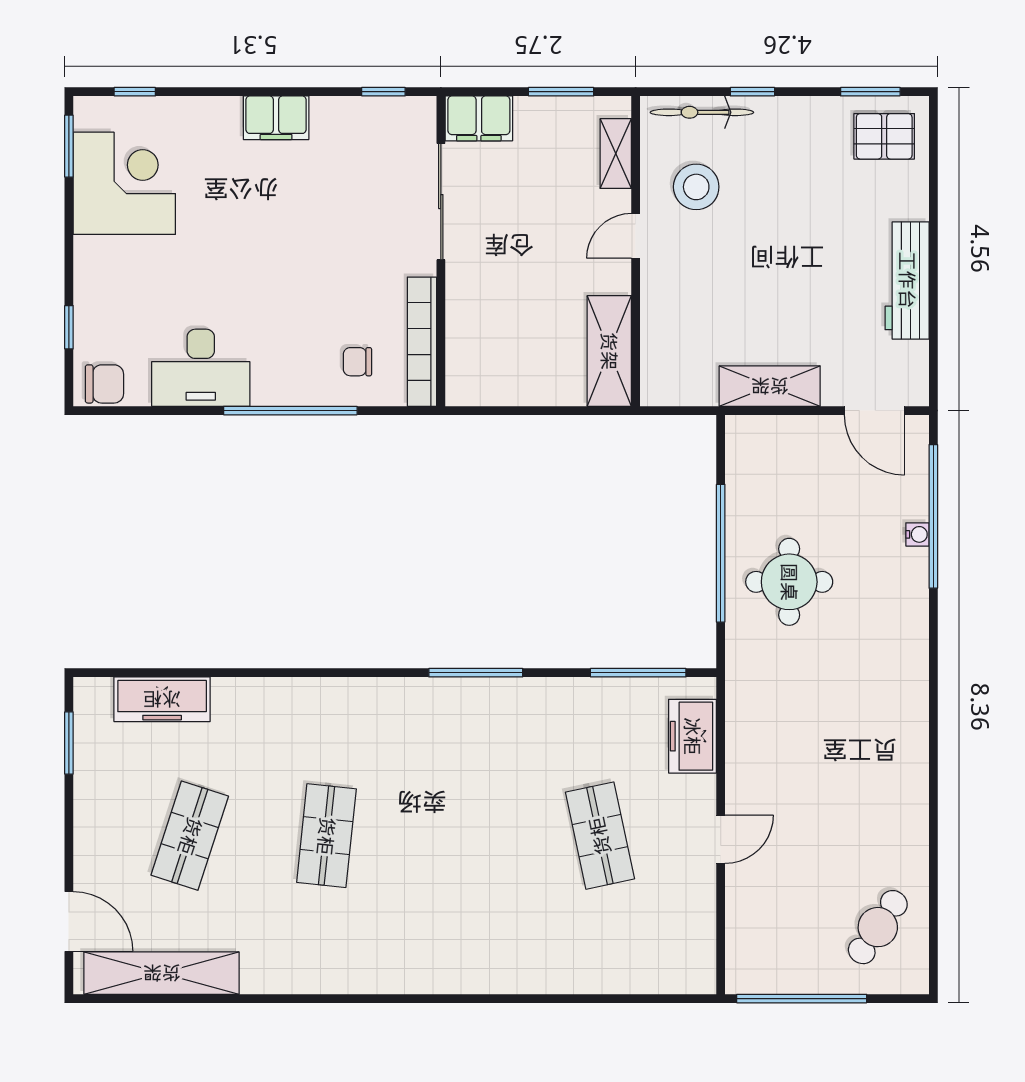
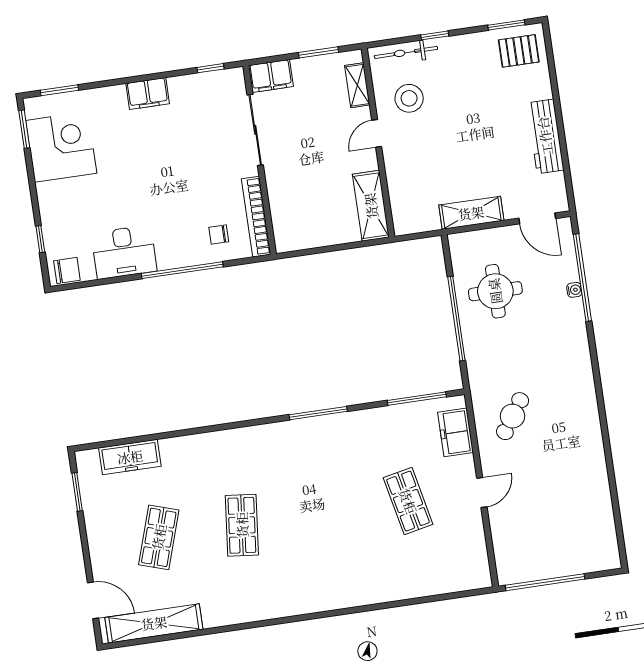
window: (135, 92) -> (59, 90), width x1.50
round table: (789, 582) -> (495, 291), moved
cafe table: (878, 927) -> (513, 416), moved

